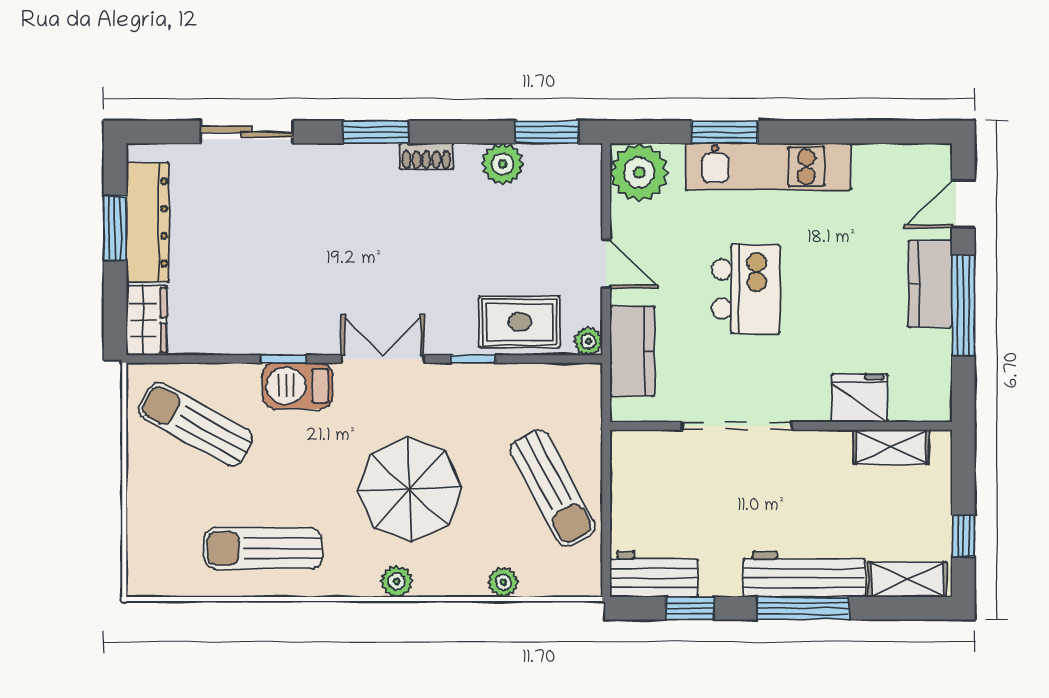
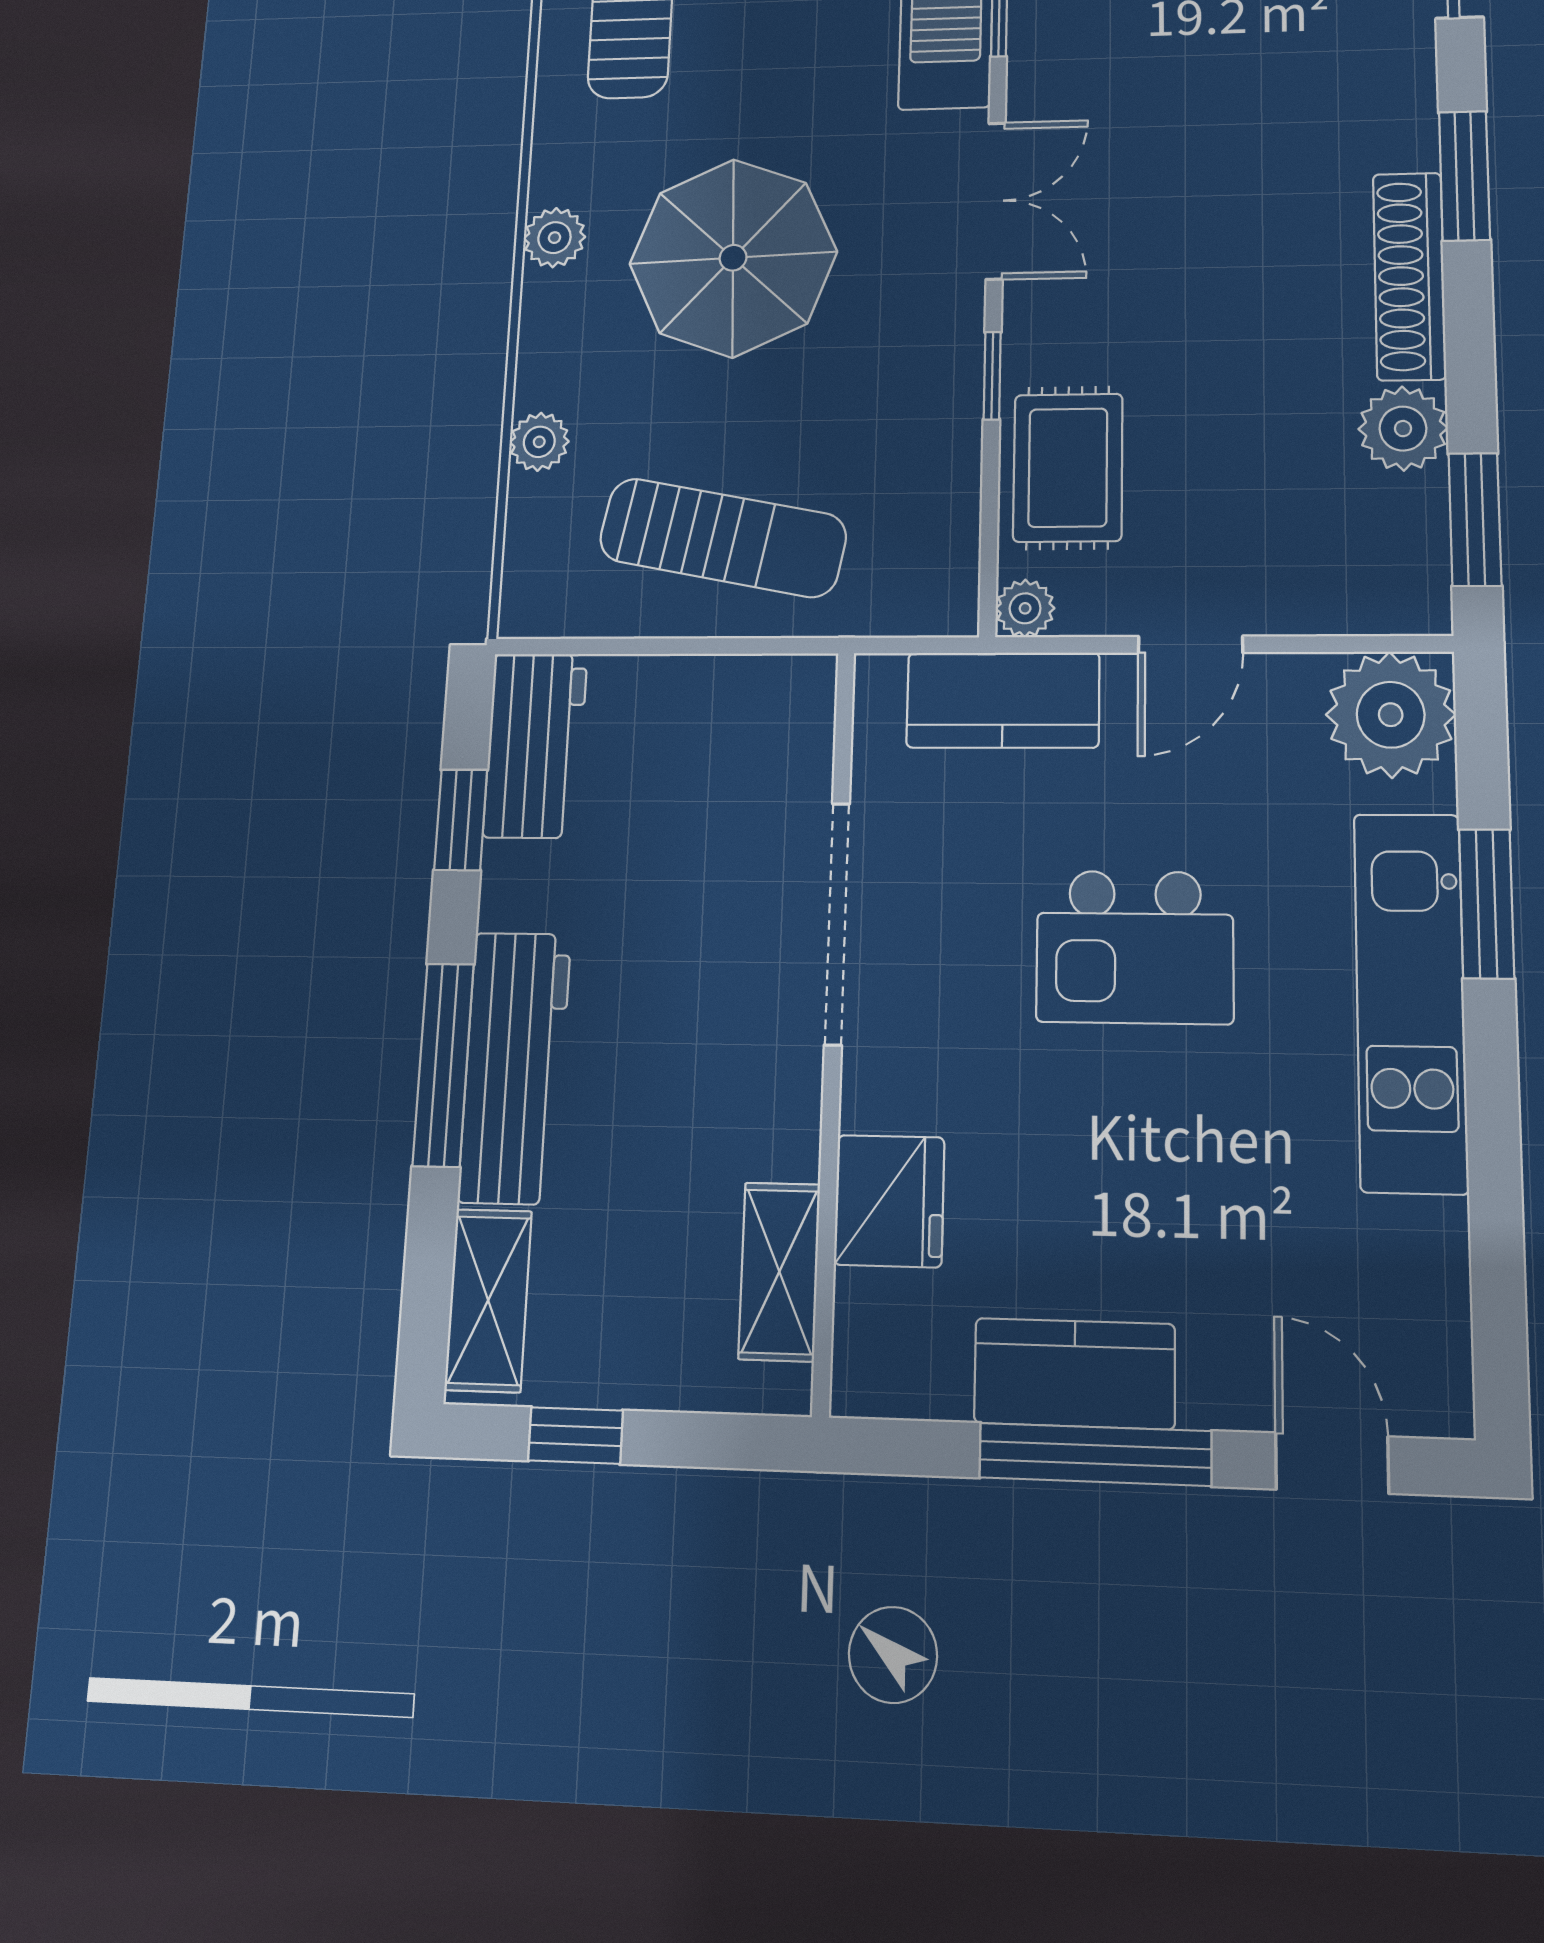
shoe rack: (426, 156) -> (1409, 276), width x1.94, depth x1.24
kitchen counter: (930, 284) -> (1074, 1373), moved
sun lounger: (553, 488) -> (723, 538), turned -141

